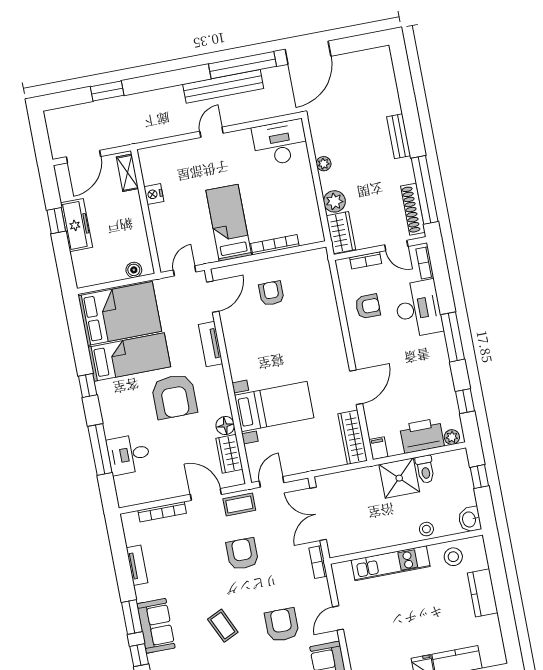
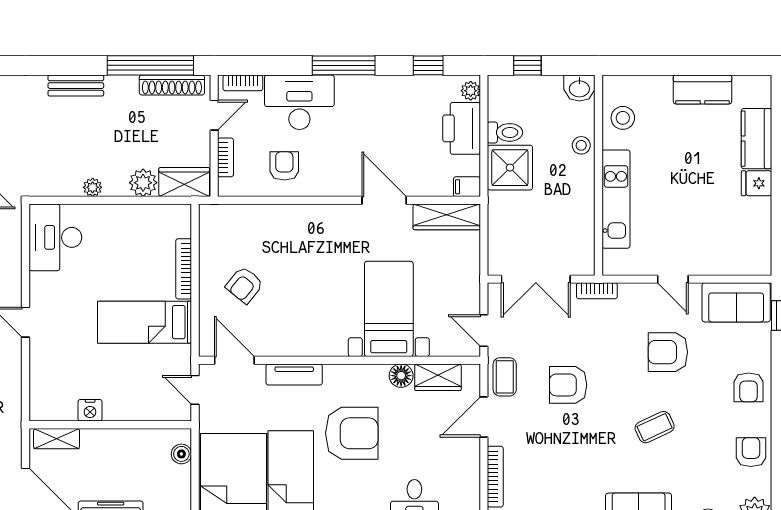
armchair: (271, 293) -> (244, 285), turned -51
kitchen counter: (483, 593) -> (702, 89), moved

